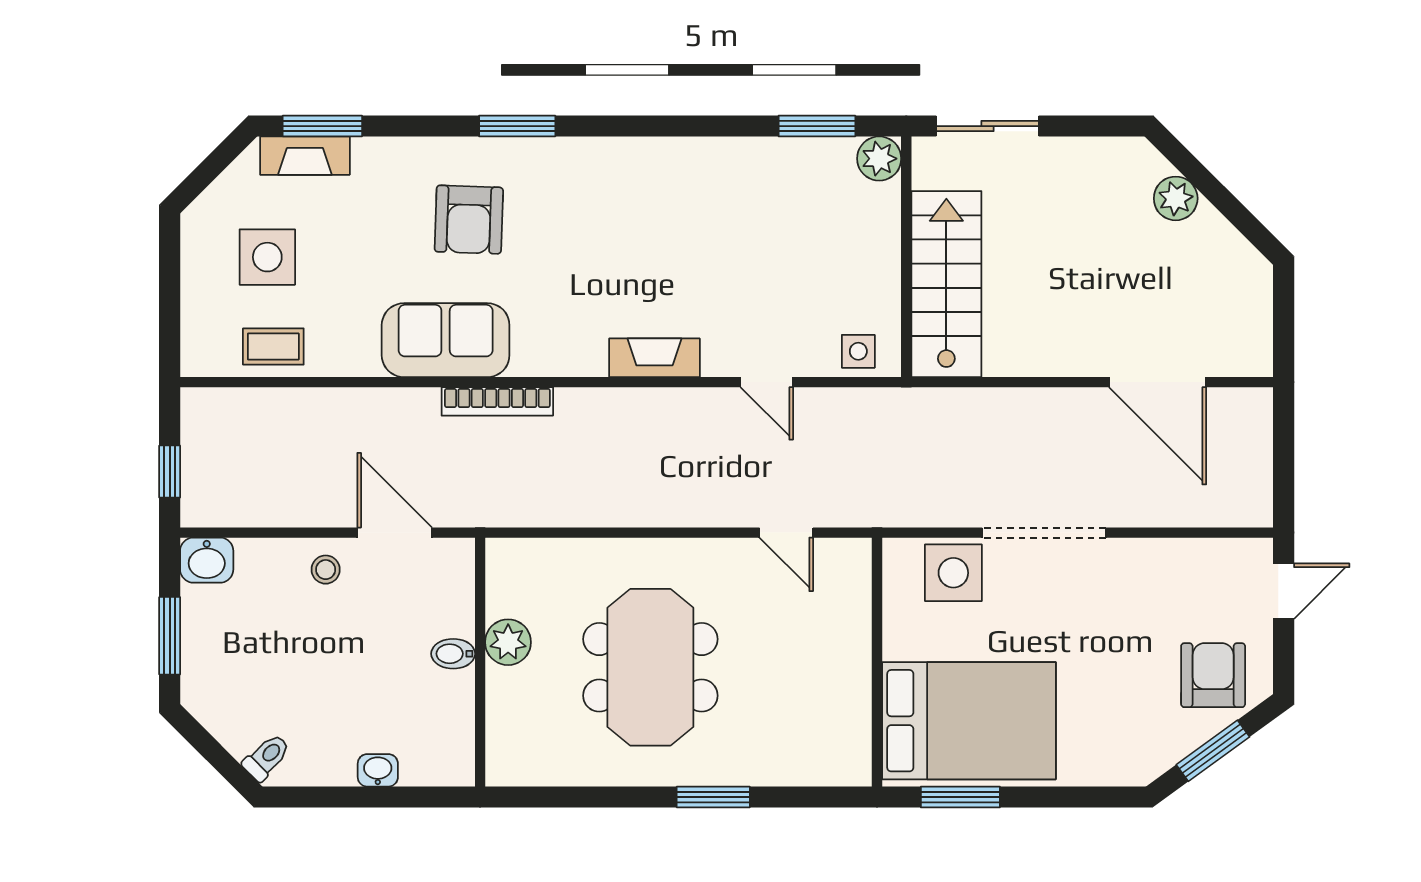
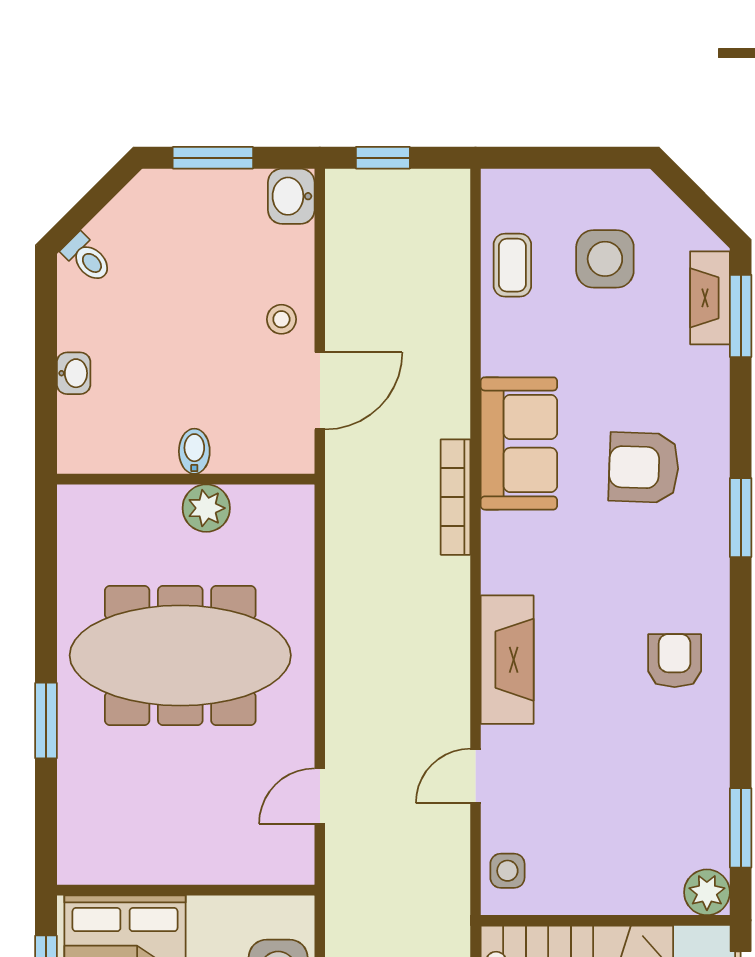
armchair: (655, 190) -> (675, 661), added
fireplace: (654, 358) -> (507, 660), width x1.37, depth x1.32
meeting table: (650, 667) -> (180, 655), width x1.36

